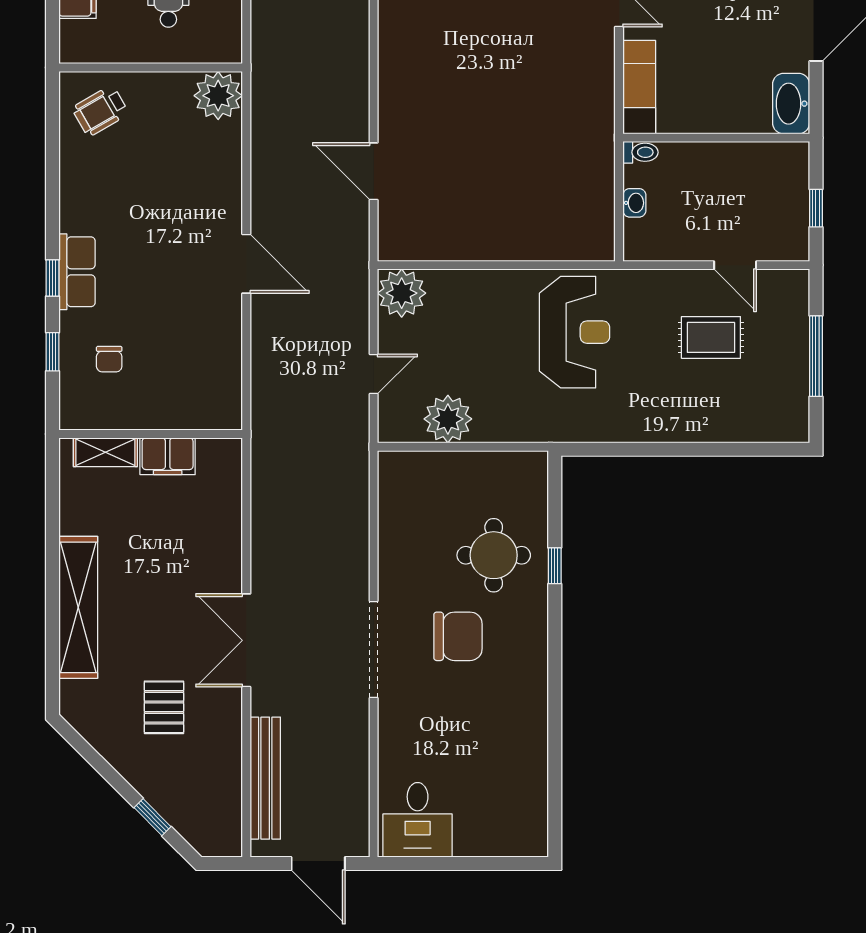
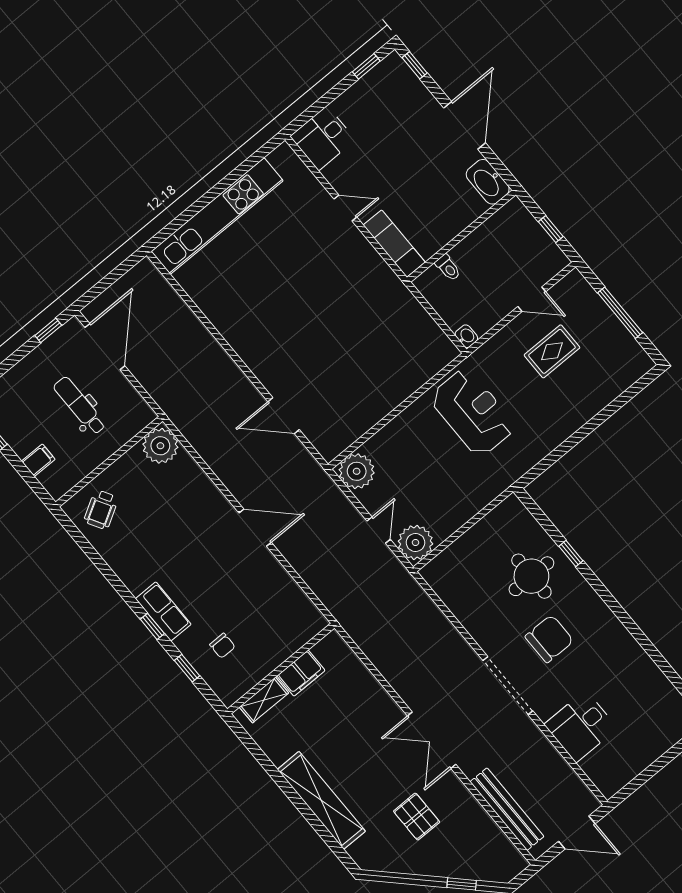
toilet: (640, 152) -> (448, 268), moved, turned 90
washbasin: (634, 203) -> (466, 336), moved
plant: (448, 419) -> (415, 542), moved
desk: (418, 820) -> (581, 726), moved, turned 90

